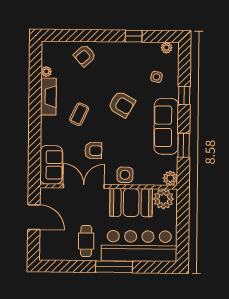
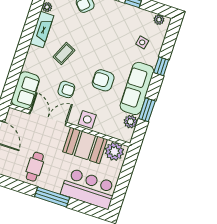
armchair: (122, 104) -> (103, 80), moved, turned 150
plant: (170, 178) -> (130, 122), moved
bar counter: (139, 246) -> (89, 189), width x0.73

